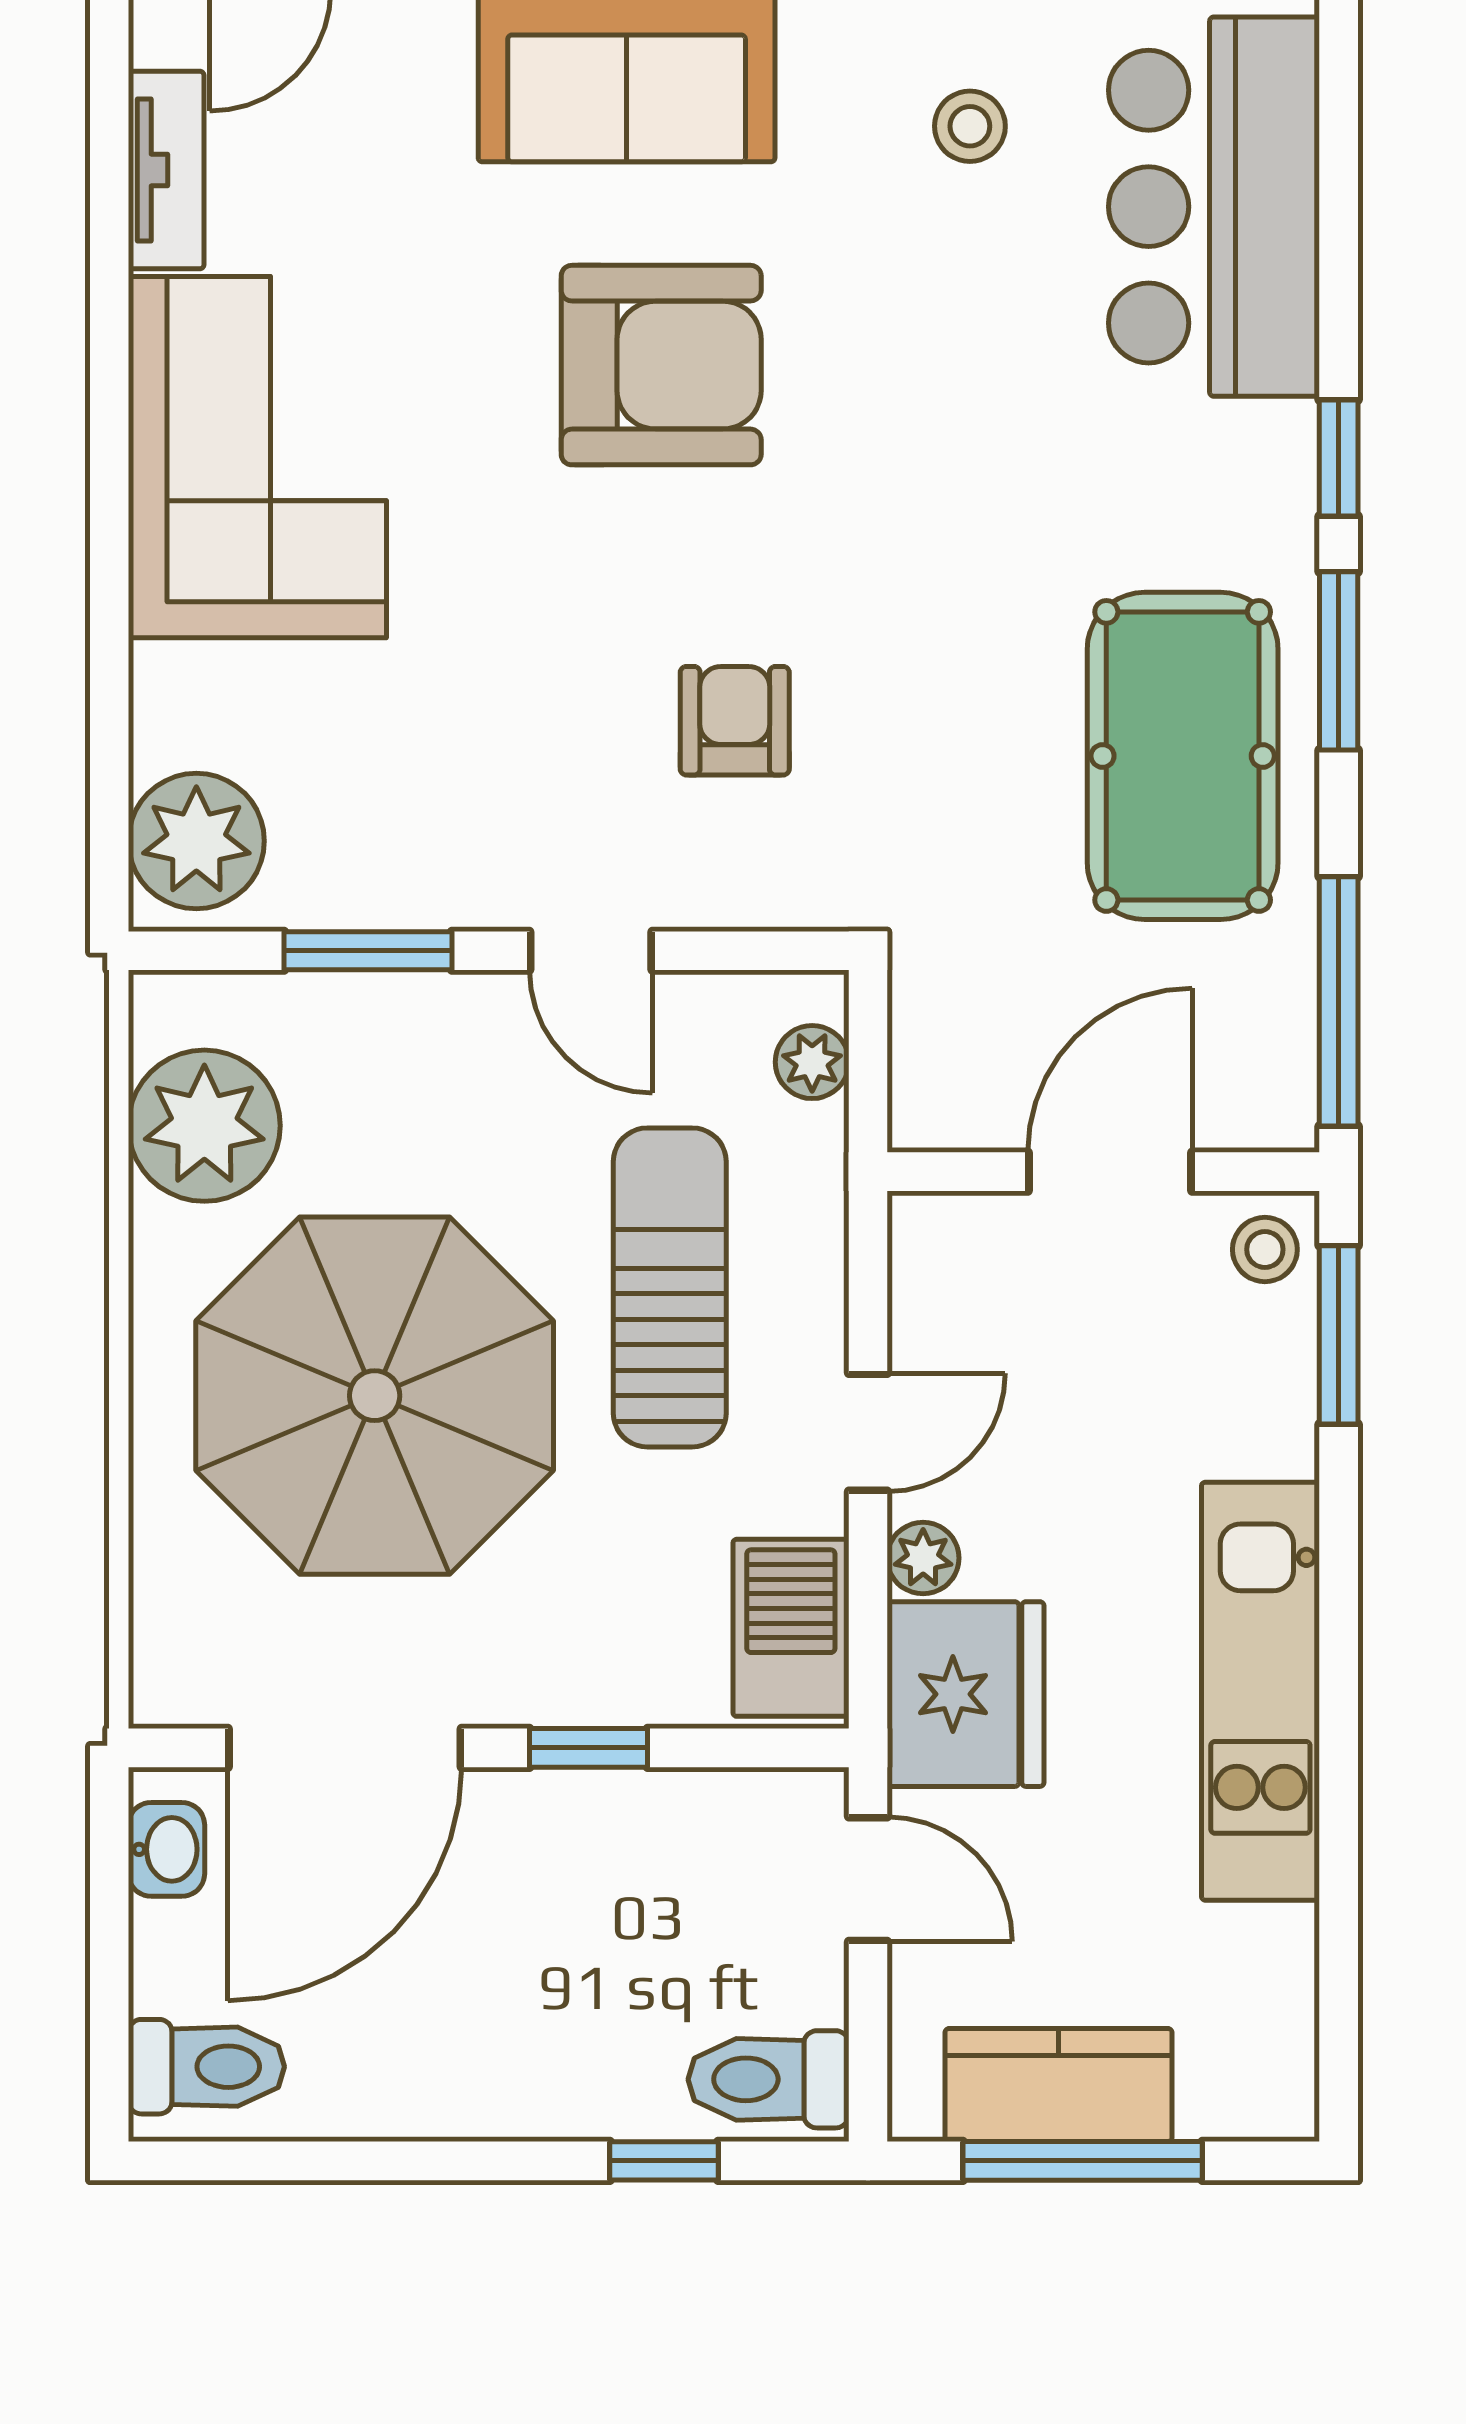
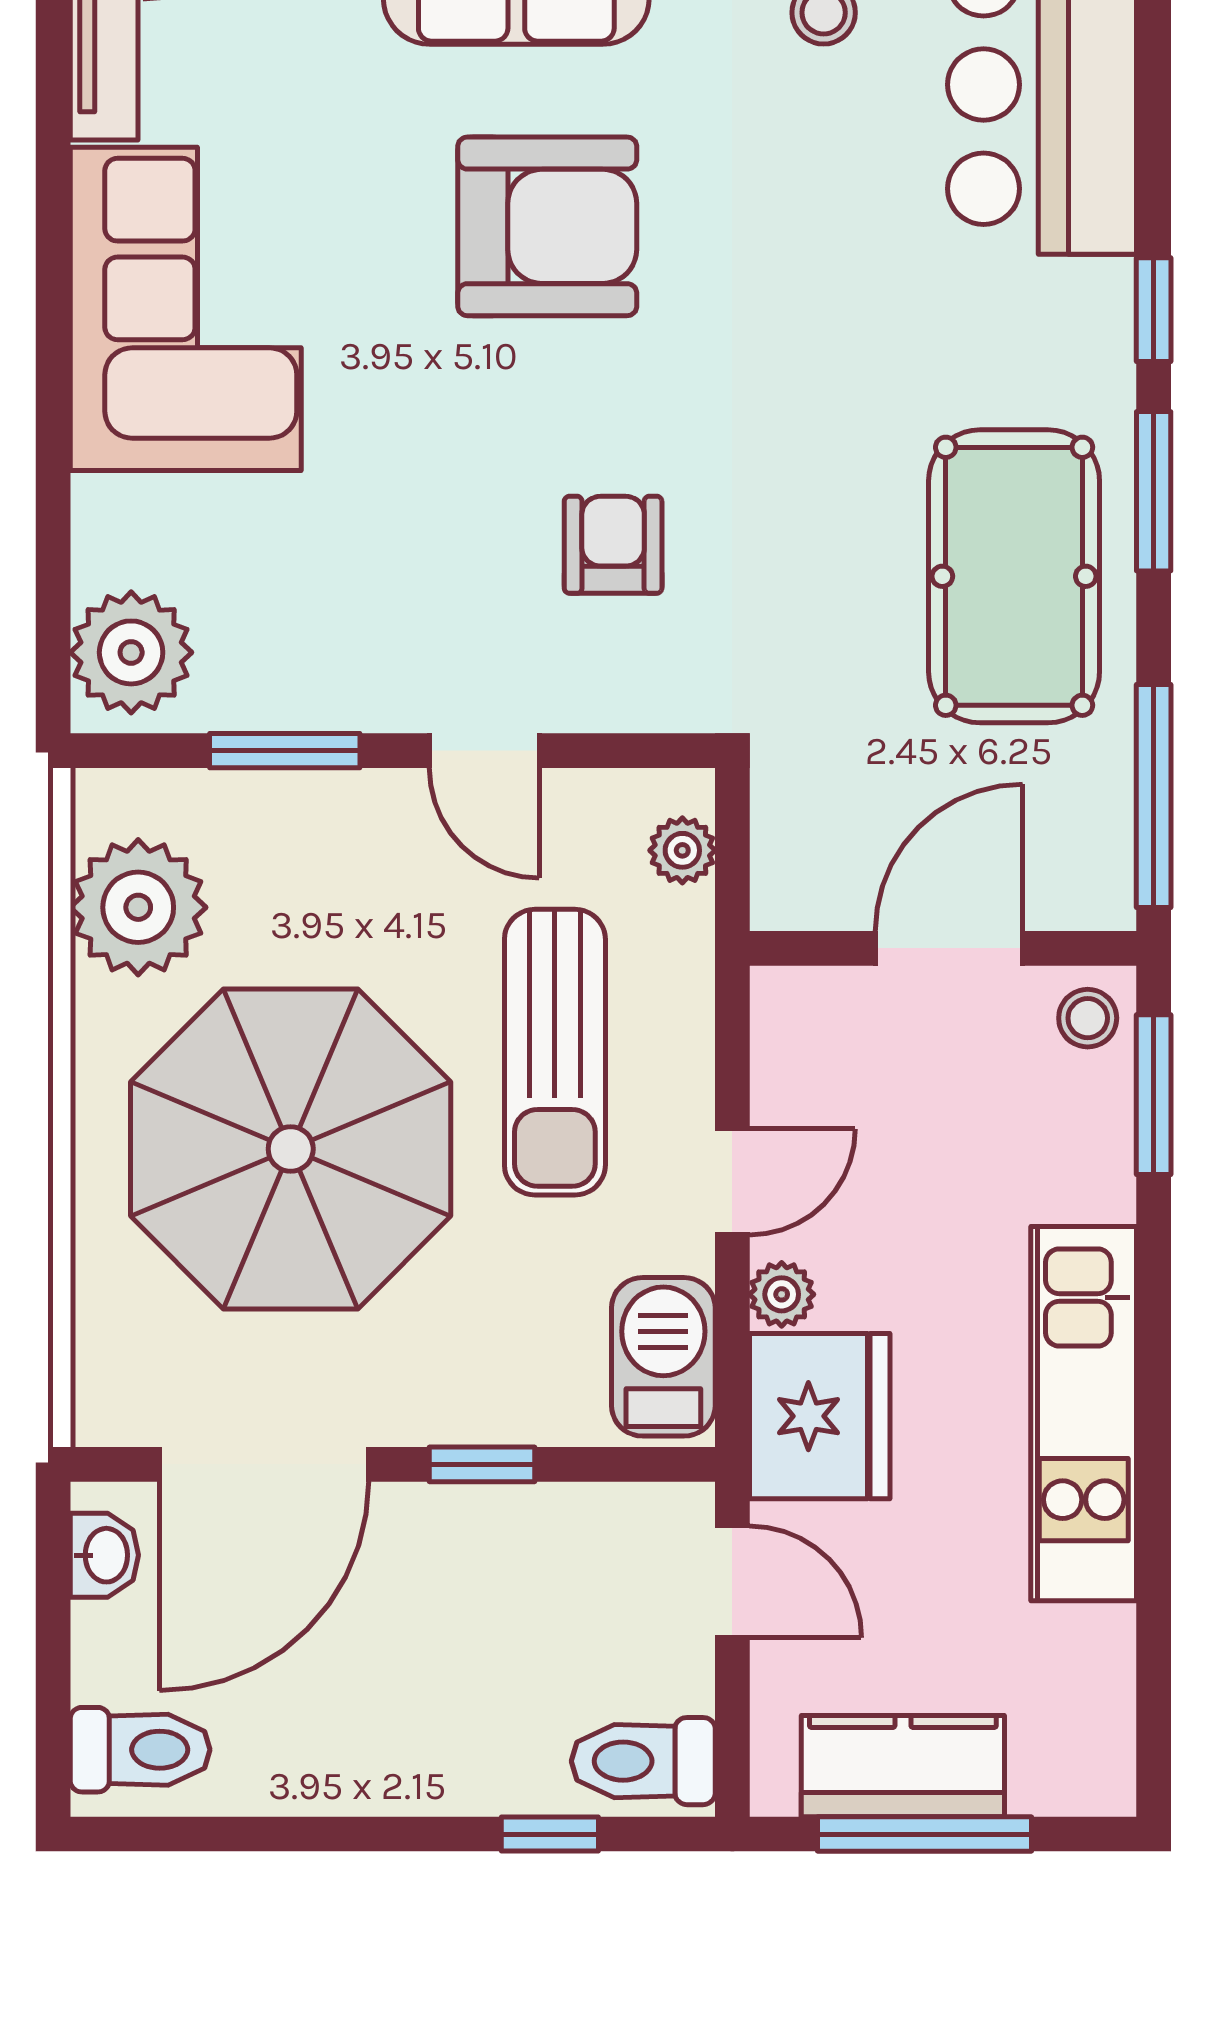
sun lounger: (670, 1287) -> (555, 1052), turned 180

